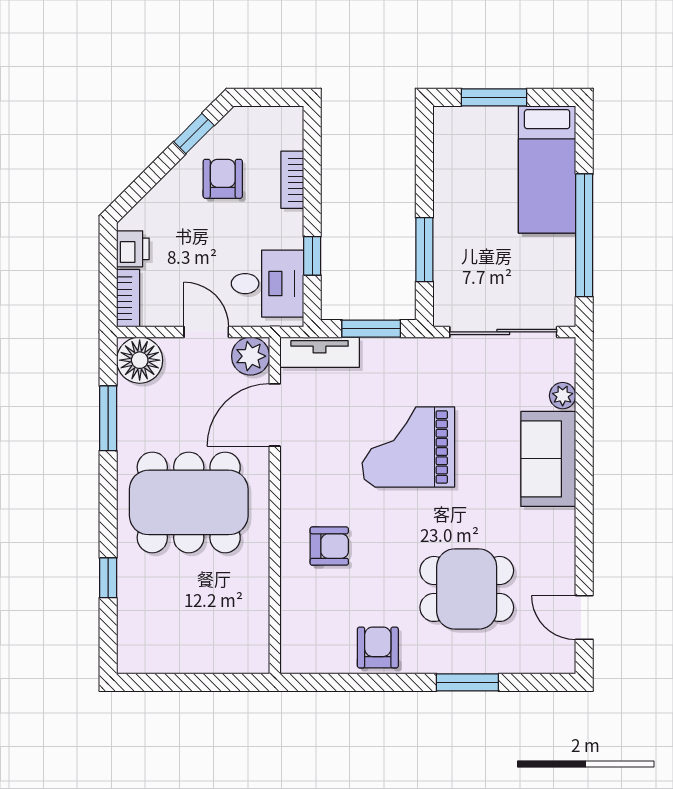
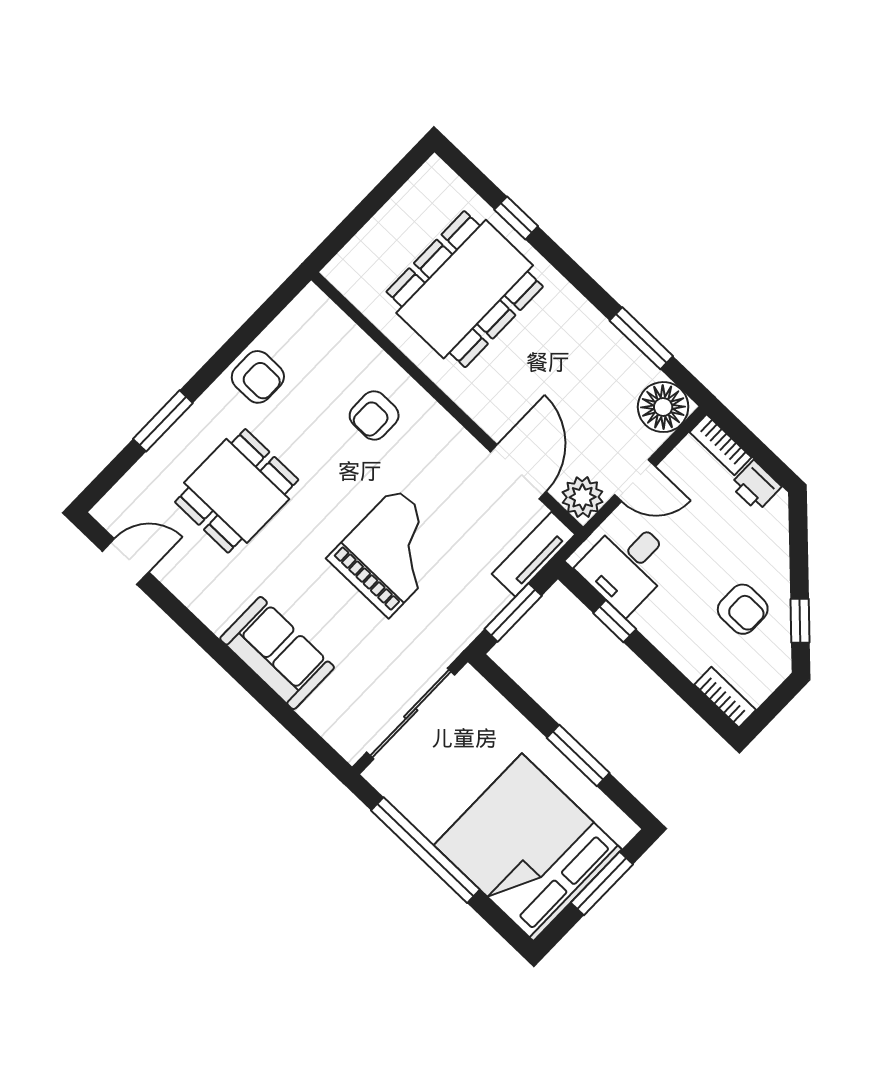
bed: (547, 169) -> (528, 847), width x2.04
bookcase: (292, 180) -> (725, 697), moved
window: (424, 250) -> (578, 755), moved
plant: (563, 396) -> (316, 712), removed
dining table: (189, 502) -> (465, 289), moved

